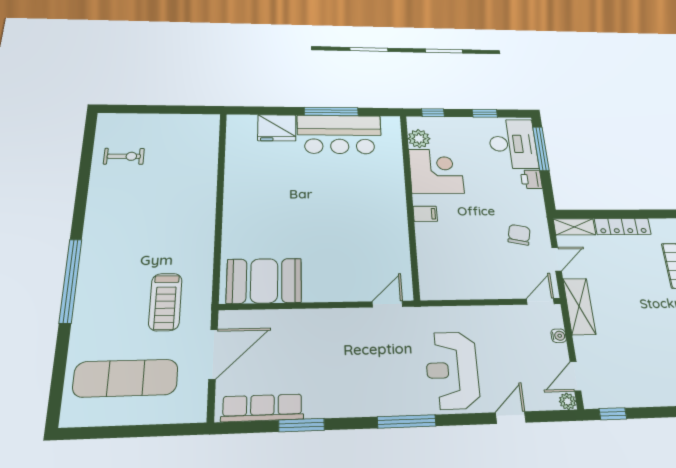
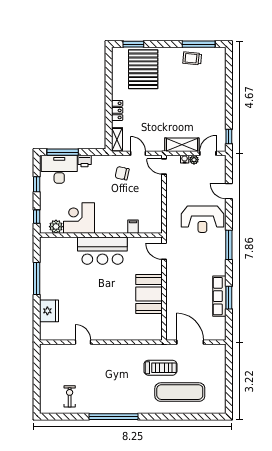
bar counter: (339, 134) -> (102, 251), moved, turned 90
door: (221, 177) -> (83, 342), added
filing cabinet: (425, 214) -> (133, 227), moved
locker: (623, 227) -> (117, 110), width x0.66
window: (70, 281) -> (113, 417), moved
booth: (264, 281) -> (149, 294), moved
shelving: (579, 306) -> (182, 145), moved
door: (575, 376) -> (208, 153), swing flipped
exercise mat: (126, 378) -> (180, 392), moved, turned 90
plant: (568, 401) -> (194, 160), moved
row of seats: (262, 408) -> (219, 296), moved

